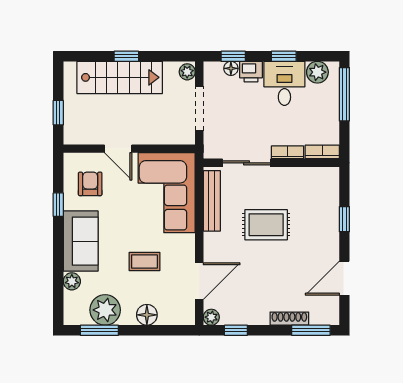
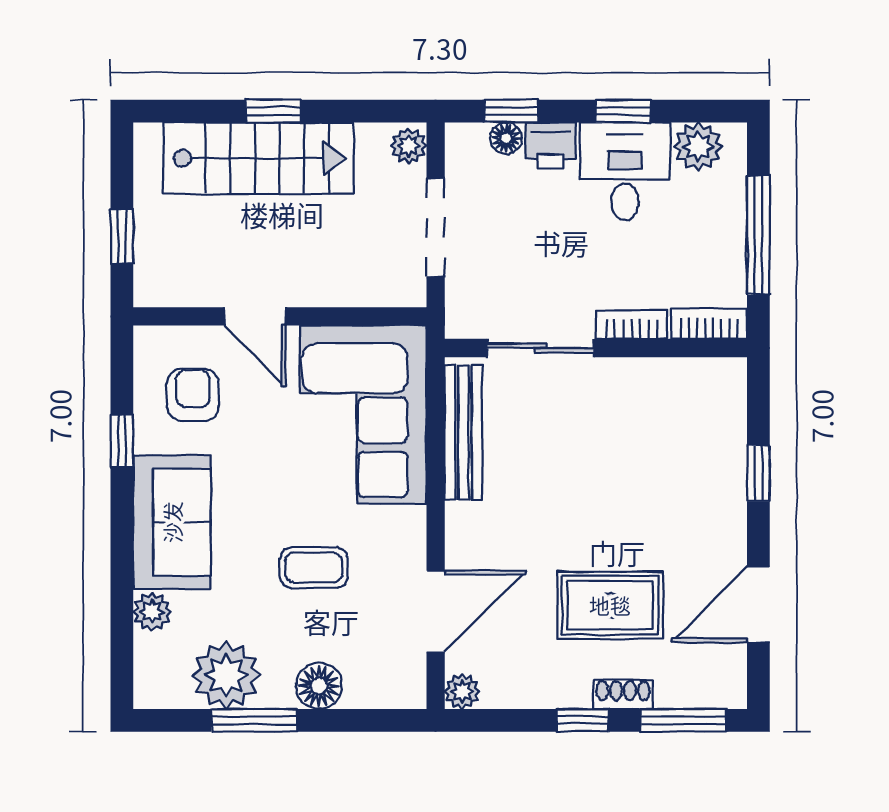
window: (344, 94) -> (758, 235), moved
rug: (266, 225) -> (610, 605), moved
shoe rack: (289, 319) -> (623, 695), width x0.70
window: (99, 330) -> (254, 720), moved
window: (236, 330) -> (583, 720), moved

